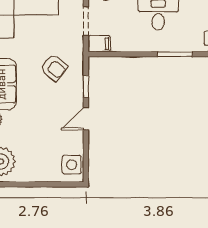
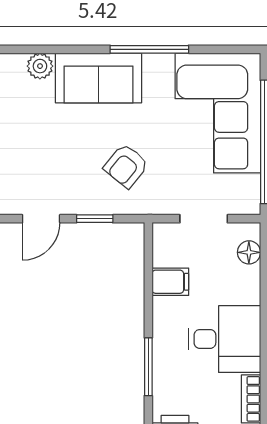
filing cabinet: (99, 44) -> (170, 282), moved, turned -90
door: (86, 119) -> (41, 219), swing flipped

